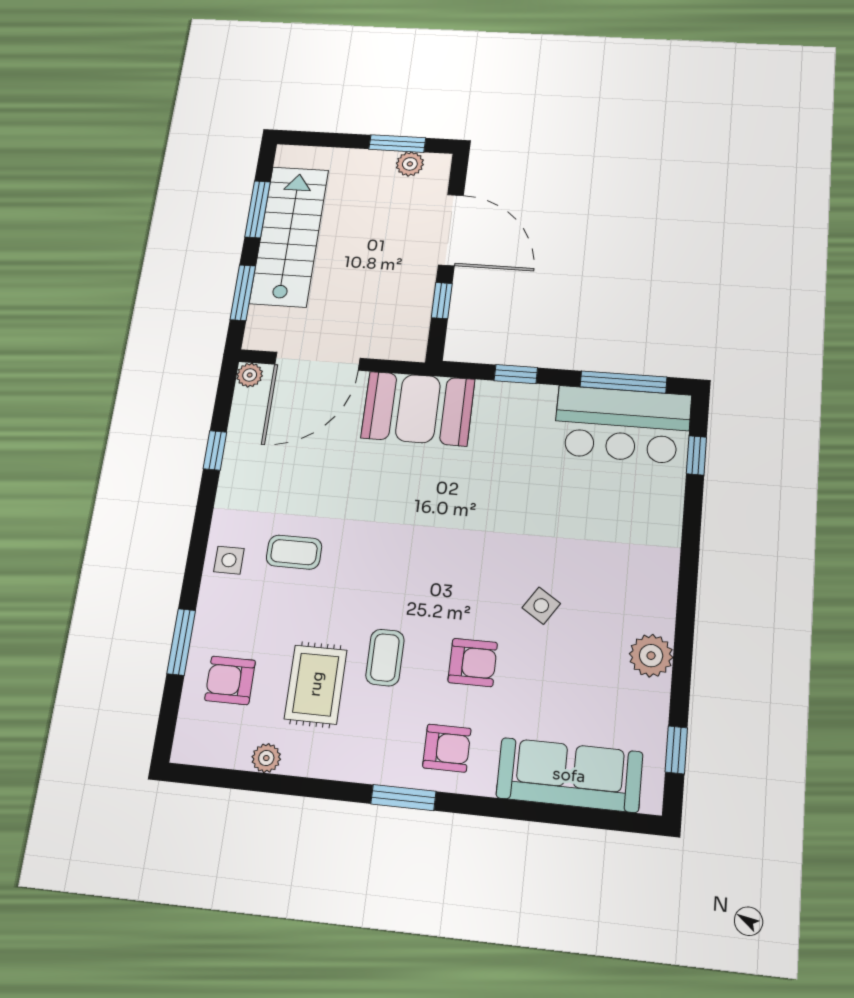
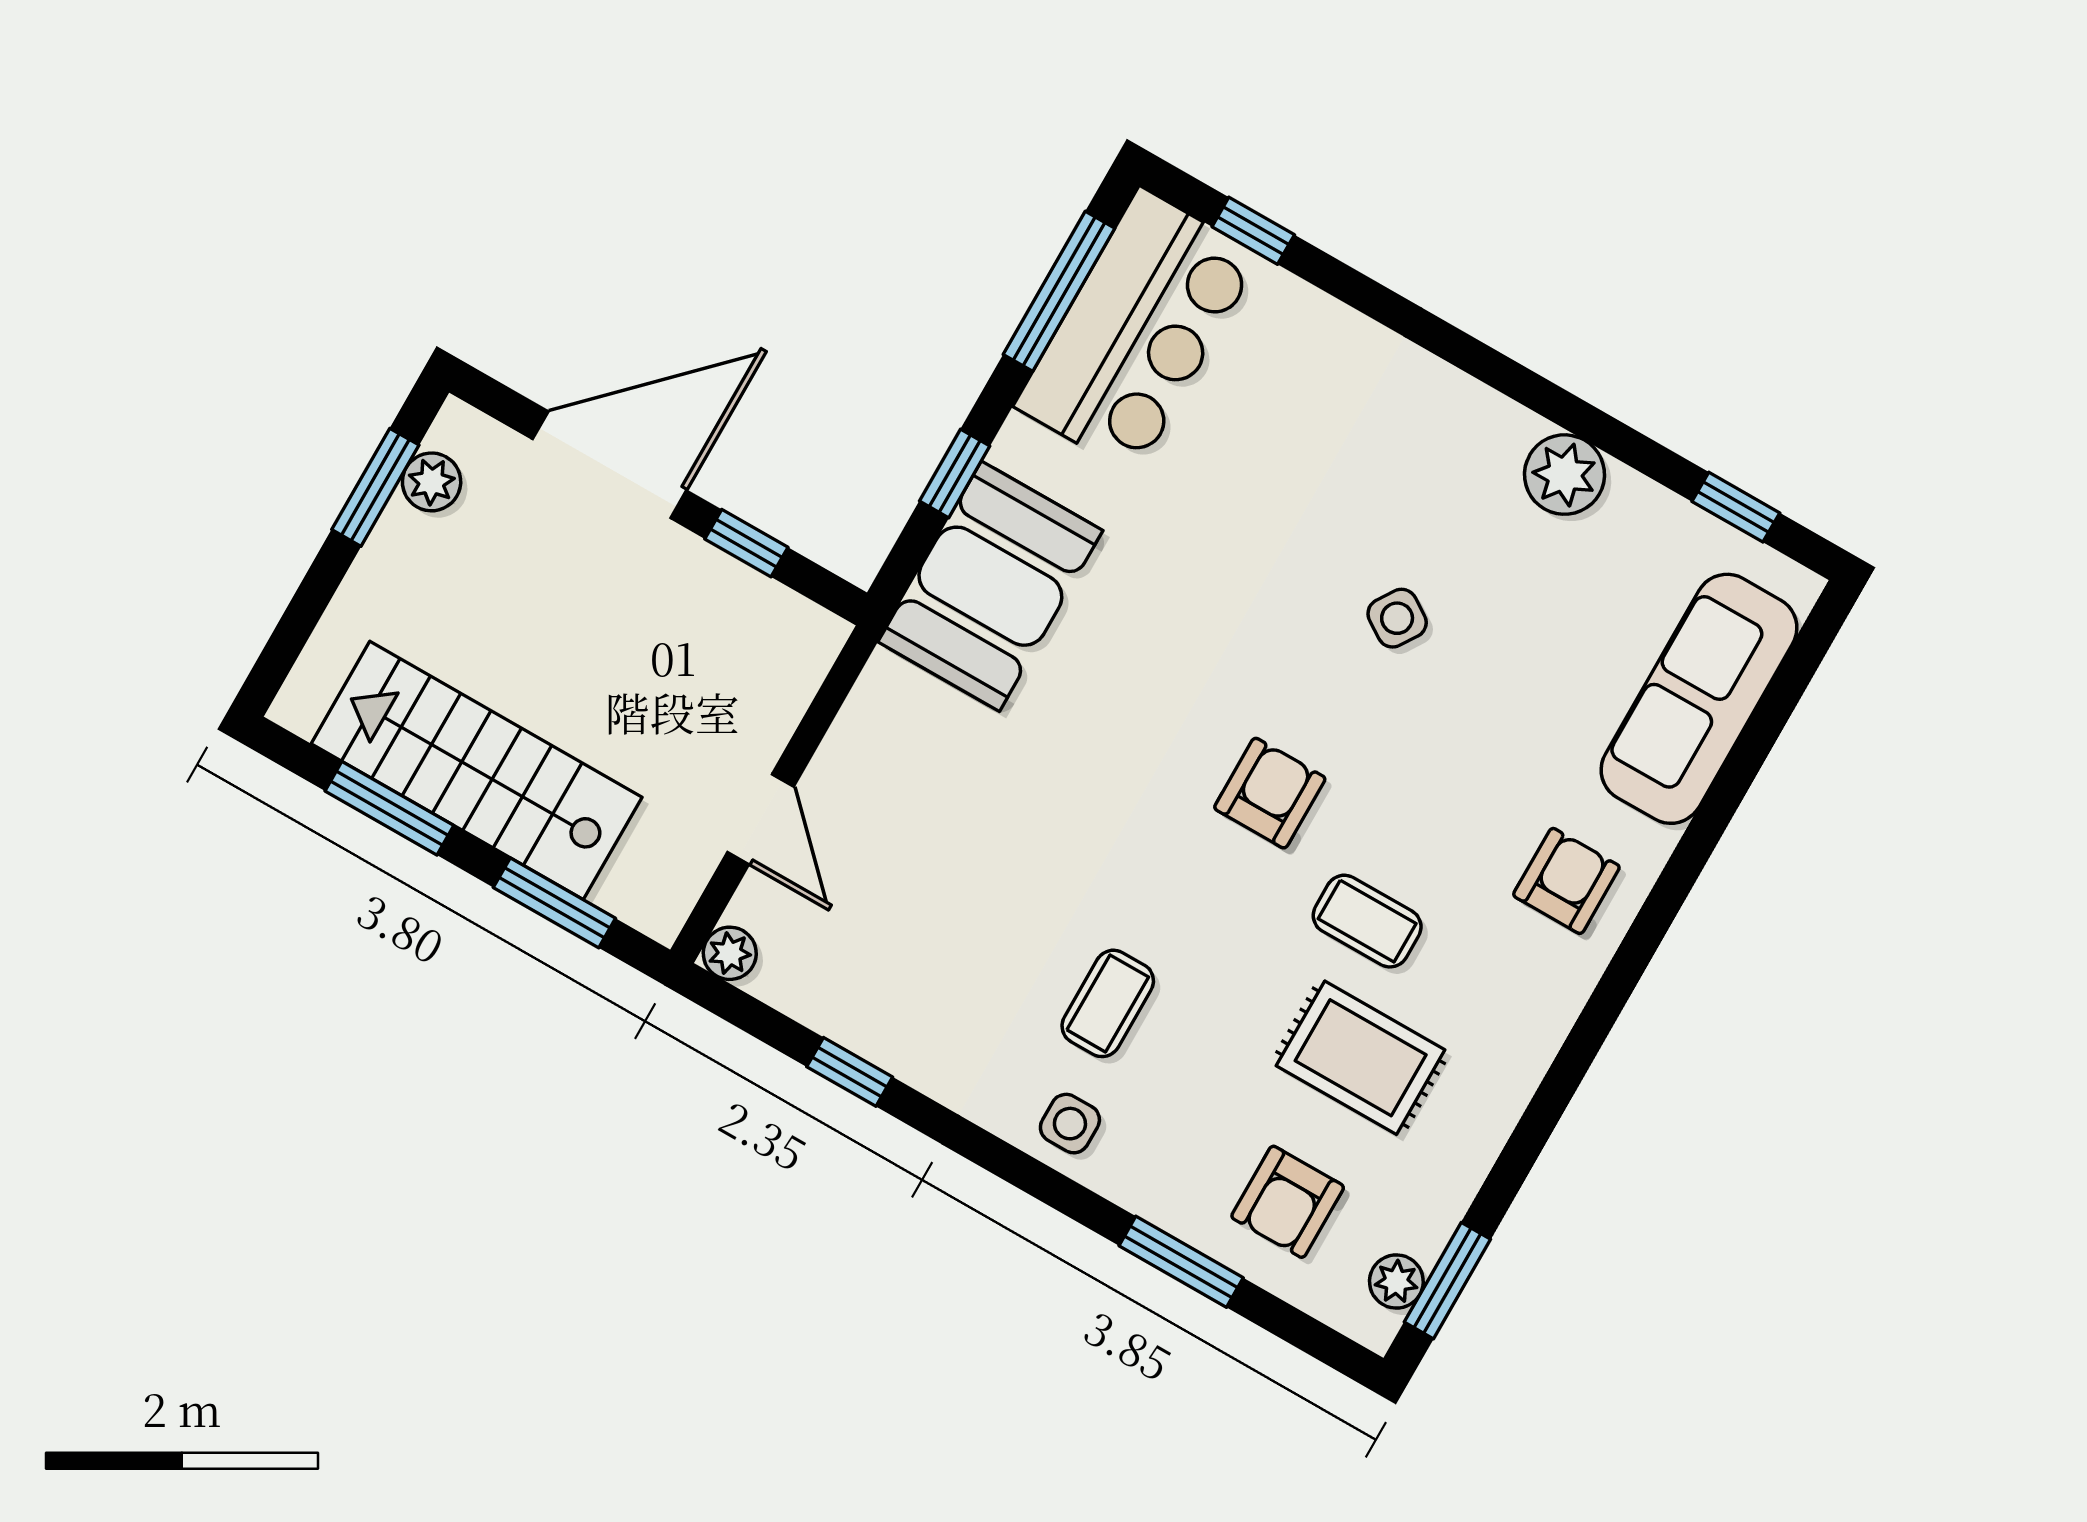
door: (317, 361) -> (761, 819), width x0.53
booth: (418, 409) -> (990, 586), moved
armchair: (473, 662) -> (1270, 793), moved
plant: (266, 758) -> (1396, 1282), moved
window: (403, 798) -> (1447, 1281), moved

